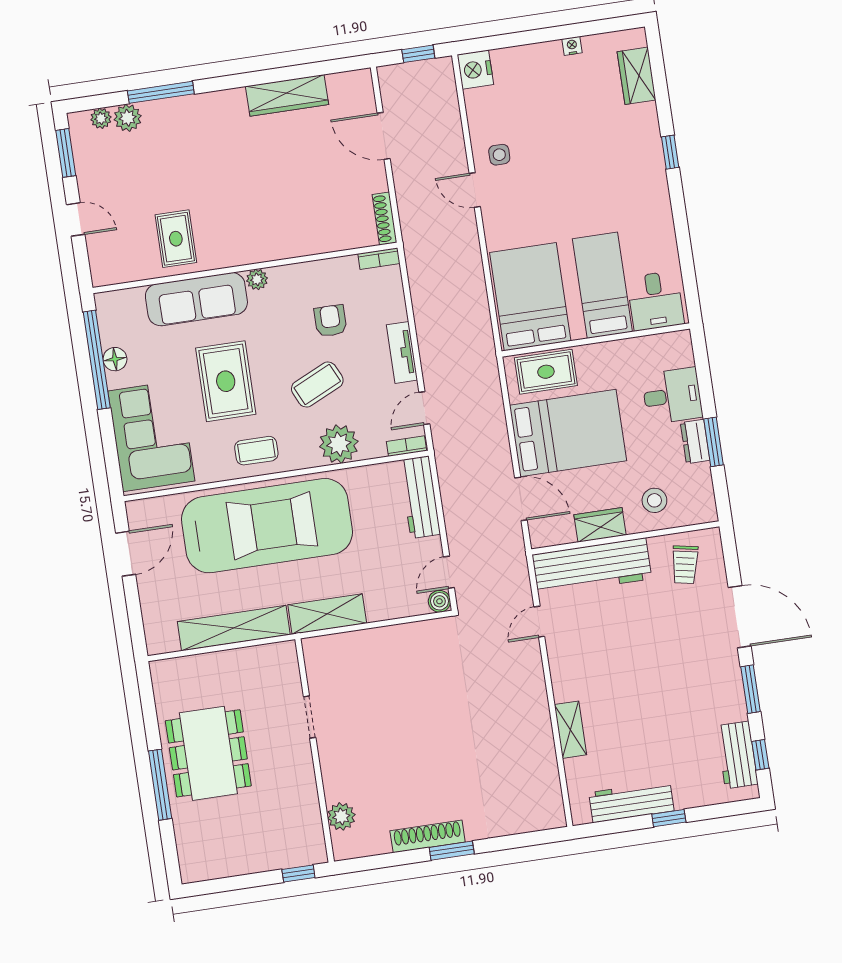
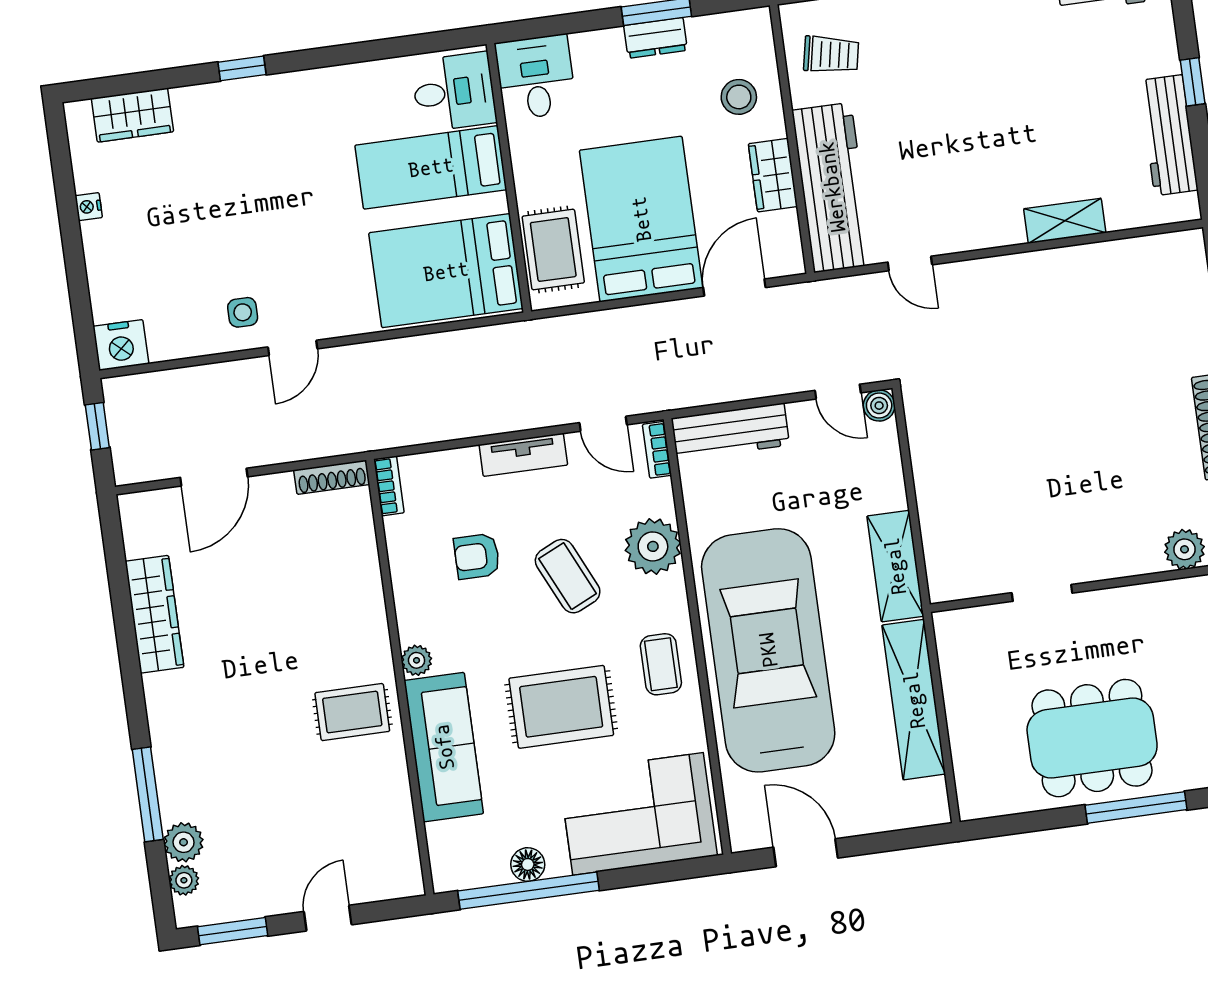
rug: (176, 239) -> (352, 712), moved
desk: (672, 396) -> (536, 77), moved

